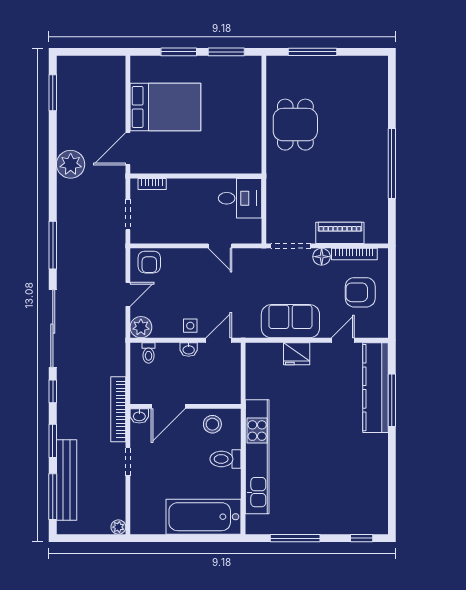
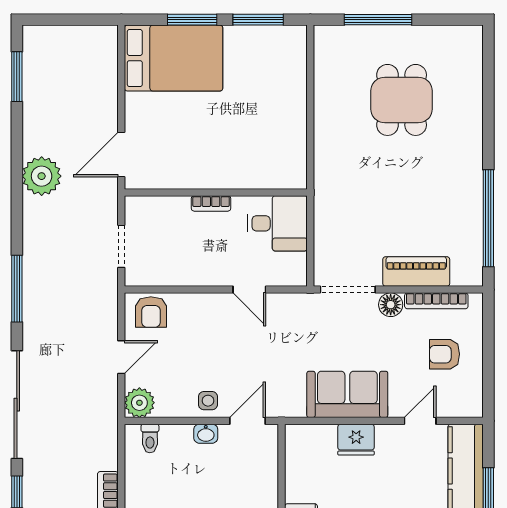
bed: (165, 107) -> (174, 58), moved
dining table: (295, 125) -> (402, 100), moved
window: (392, 164) -> (488, 218), moved
bookcase: (152, 184) -> (211, 203), moved
armchair: (360, 292) -> (444, 354), width x0.72, depth x0.72

